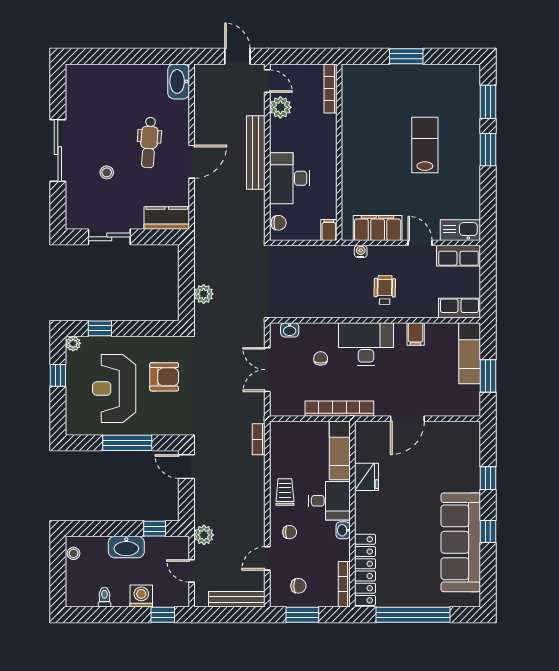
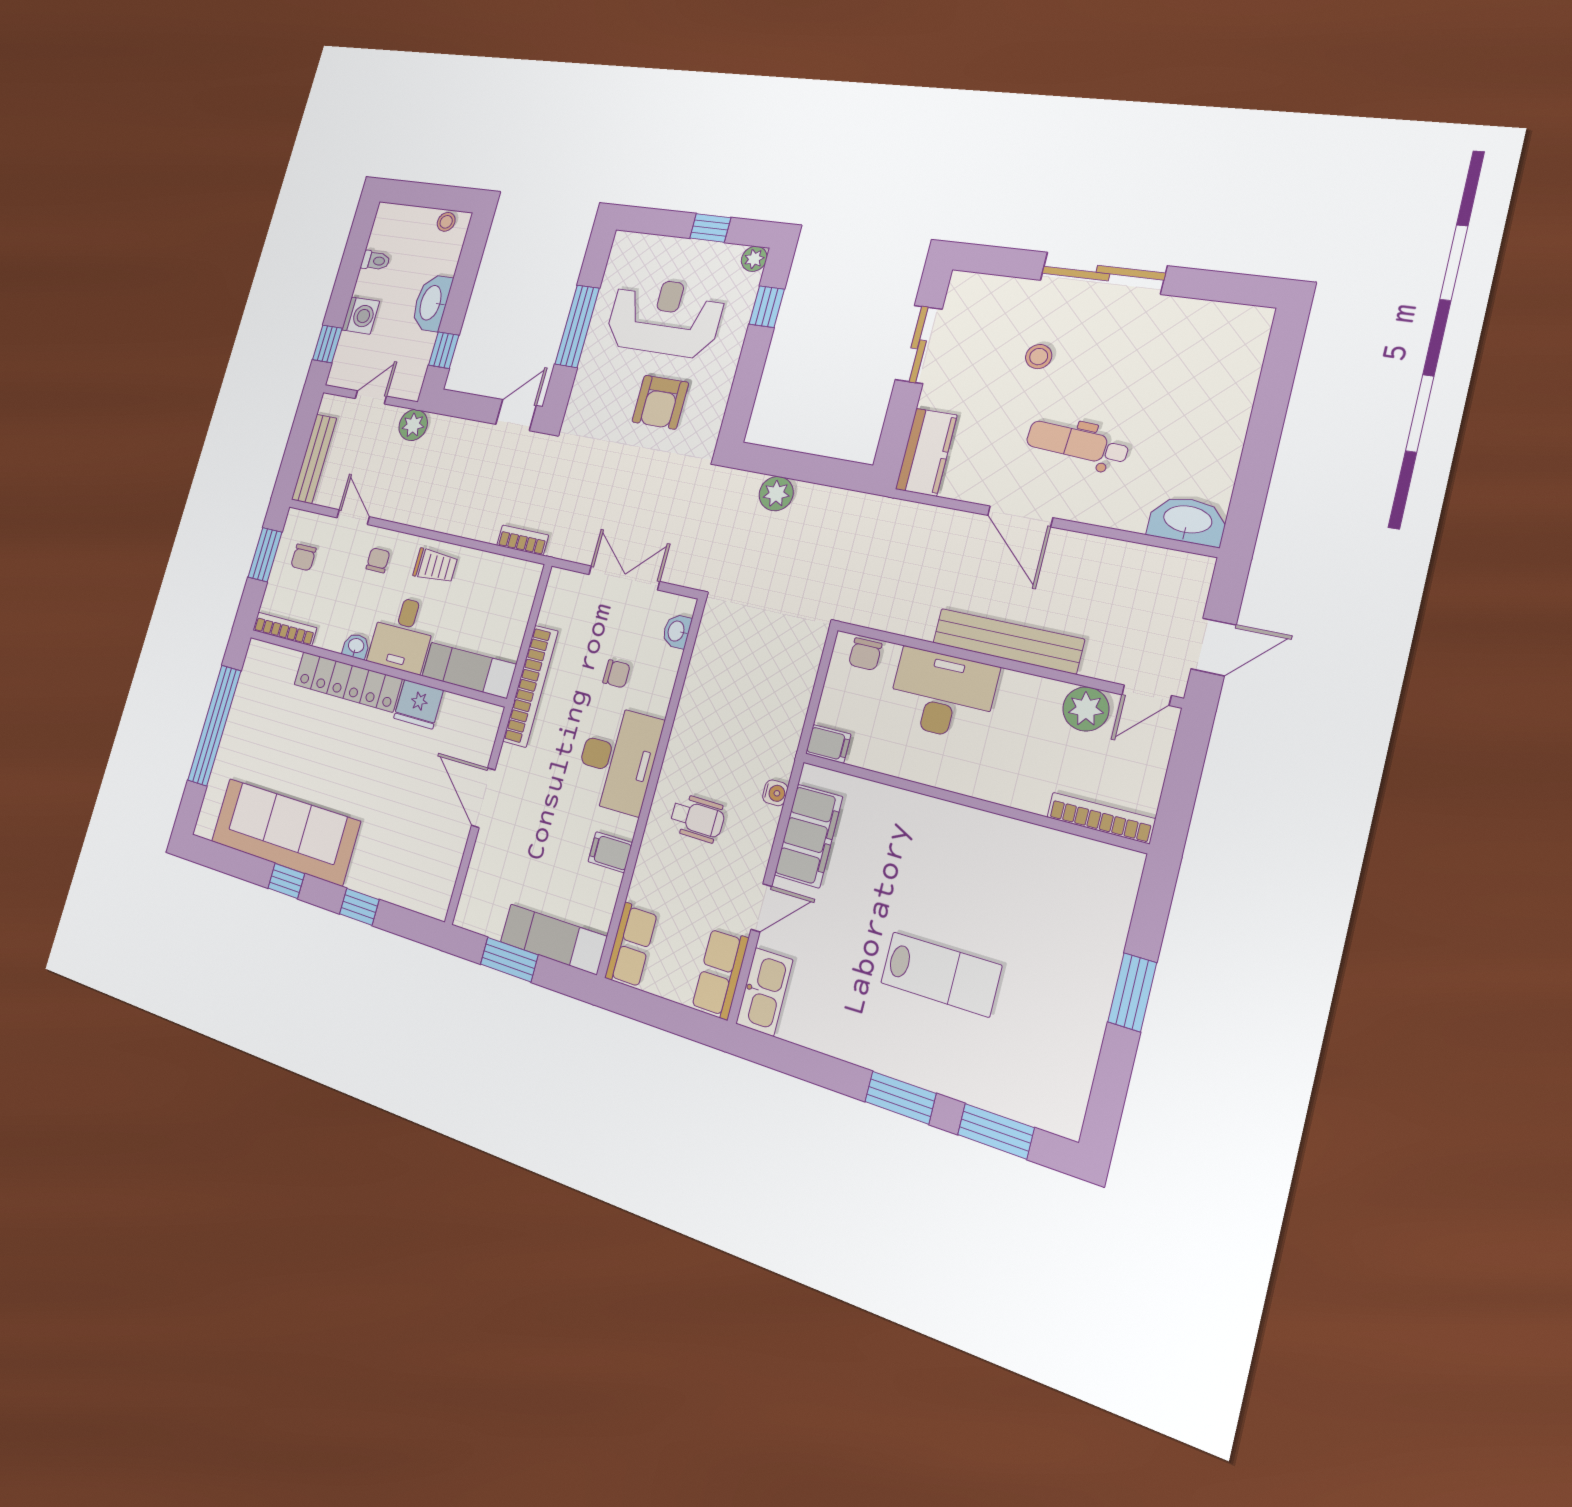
chair: (290, 532) -> (378, 560), turned 180
locker: (365, 570) -> (348, 682), moved

